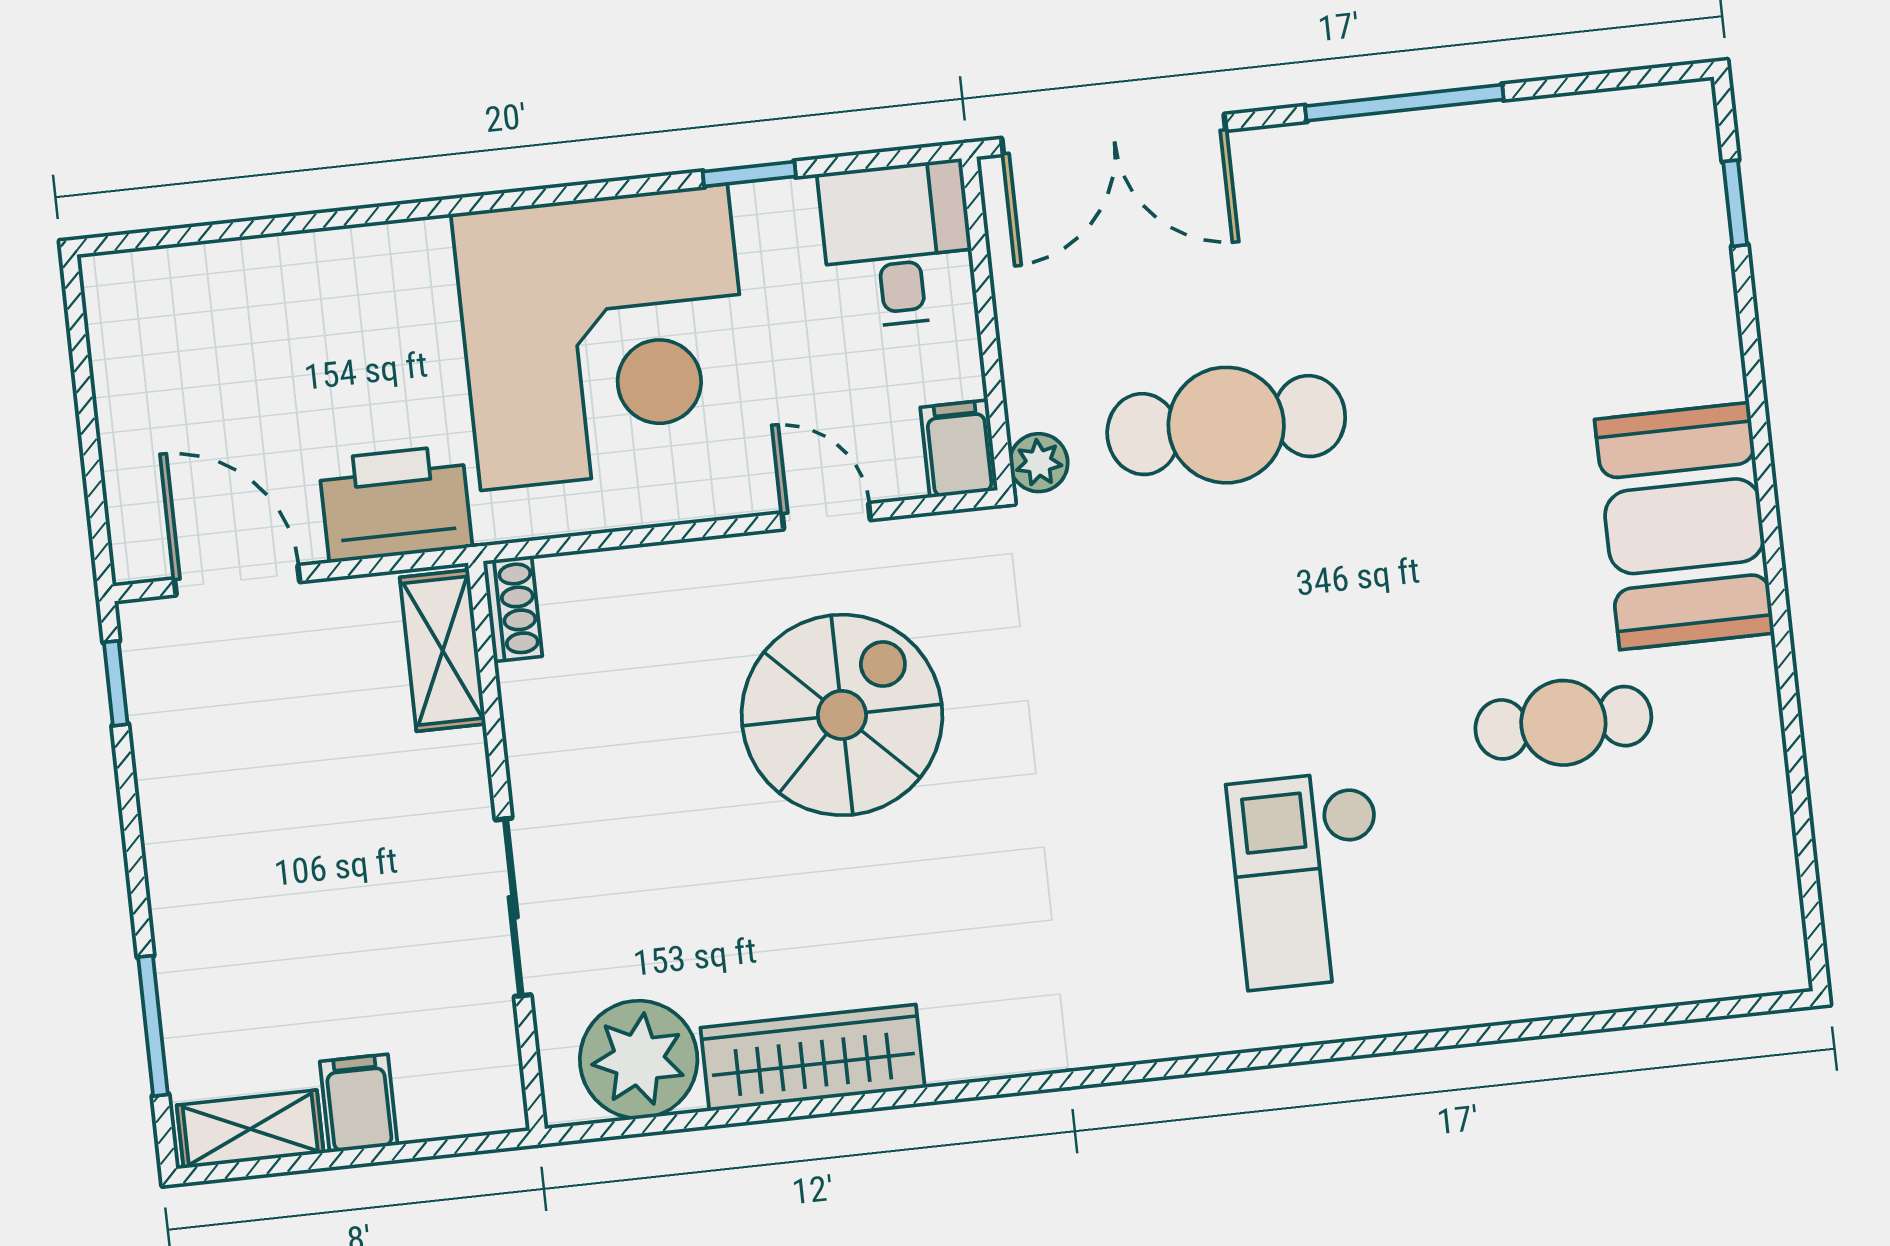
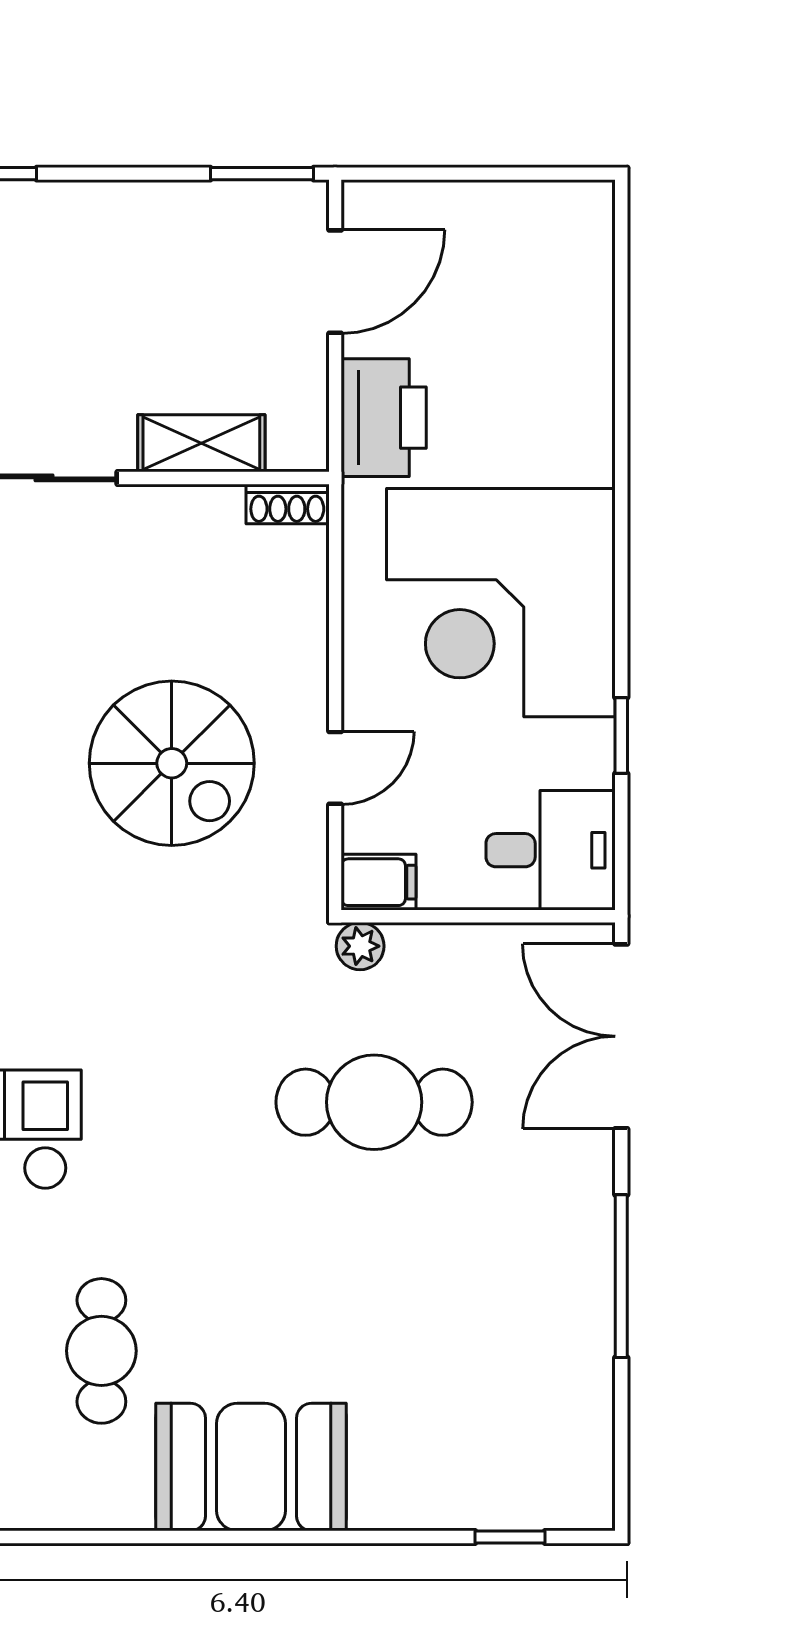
cafe table: (1226, 425) -> (374, 1102), turned 90
shelving: (443, 651) -> (201, 443), moved
window: (116, 683) -> (262, 174), width x1.50

